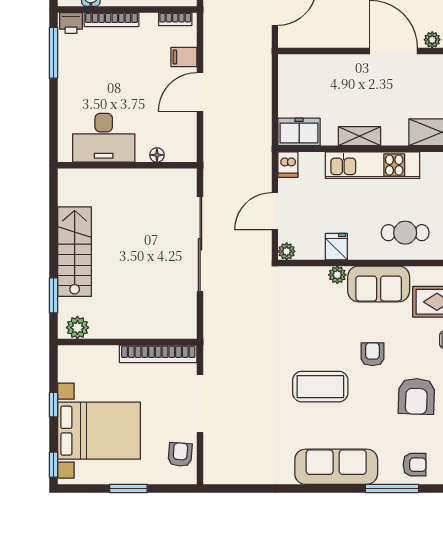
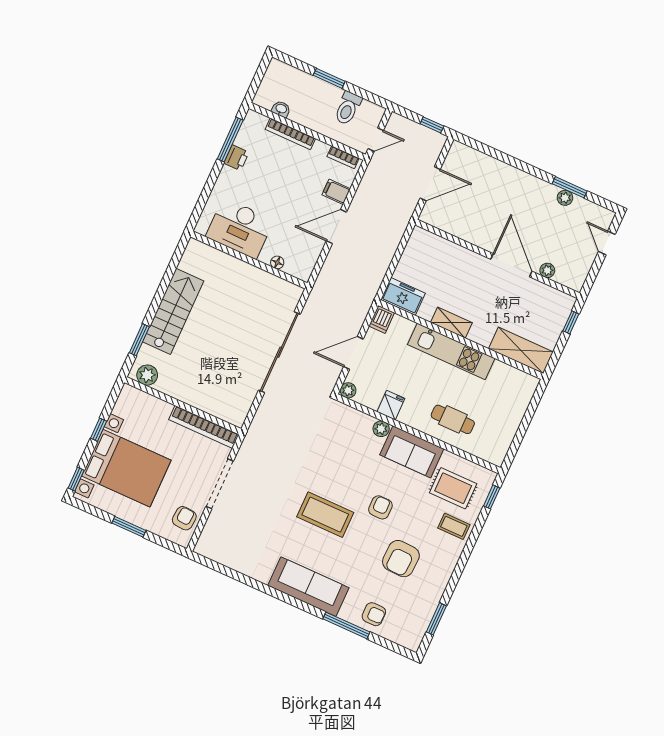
printer: (71, 23) -> (236, 158), moved, turned -90

